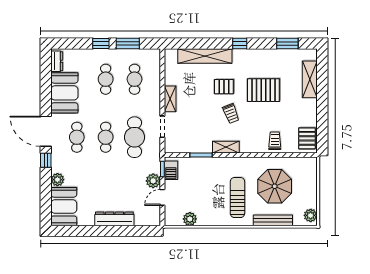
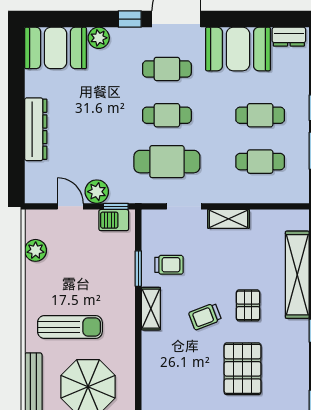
trolley: (275, 141) -> (169, 265), moved

